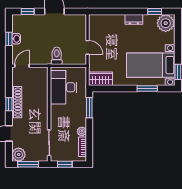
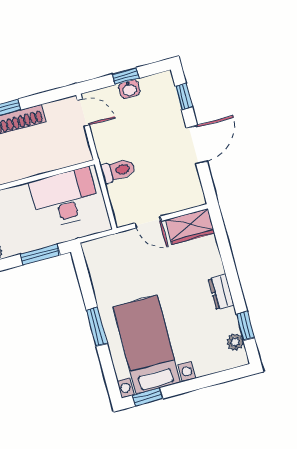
plant: (166, 23) -> (235, 342), width x0.53, depth x0.53
door: (88, 47) -> (148, 222), hinge flipped
wardrobe: (101, 79) -> (190, 226), moved, turned 90
window: (147, 88) -> (97, 327), moved

